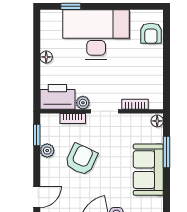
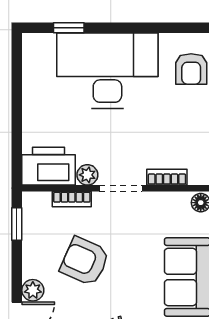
floor lamp: (46, 57) -> (31, 105), removed
plant: (47, 151) -> (33, 290), moved
armchair: (81, 159) -> (85, 261), turned -91

